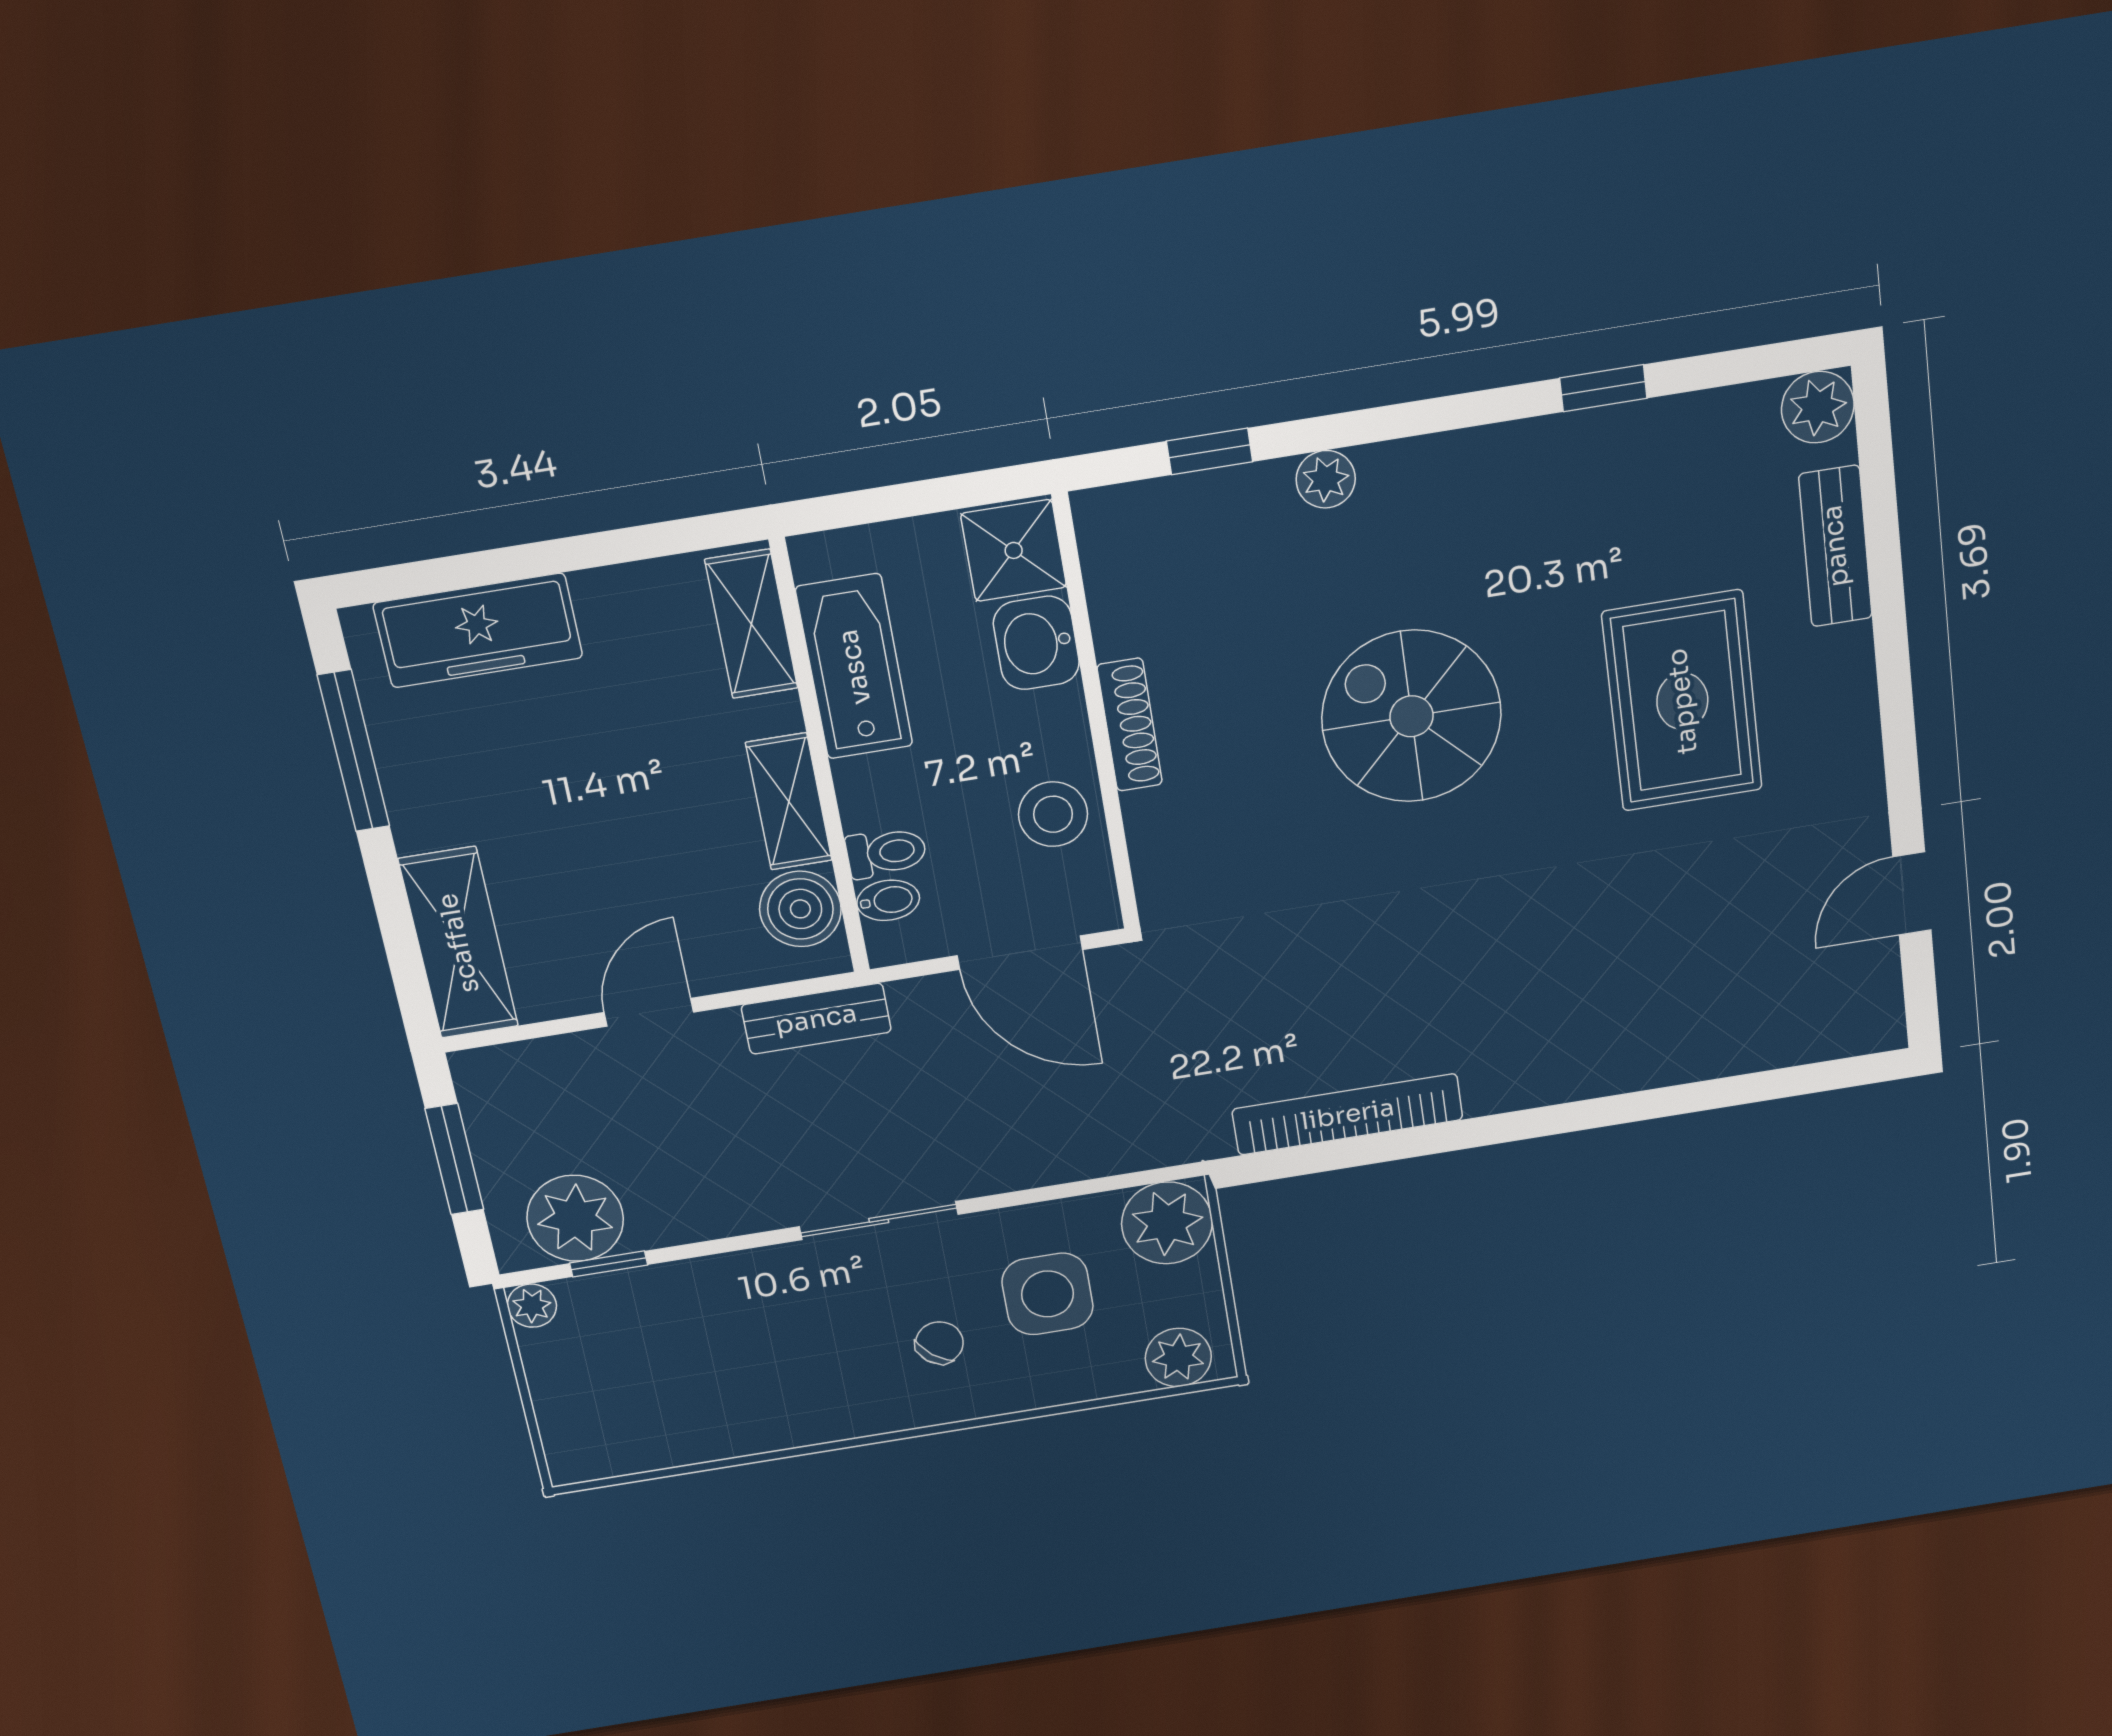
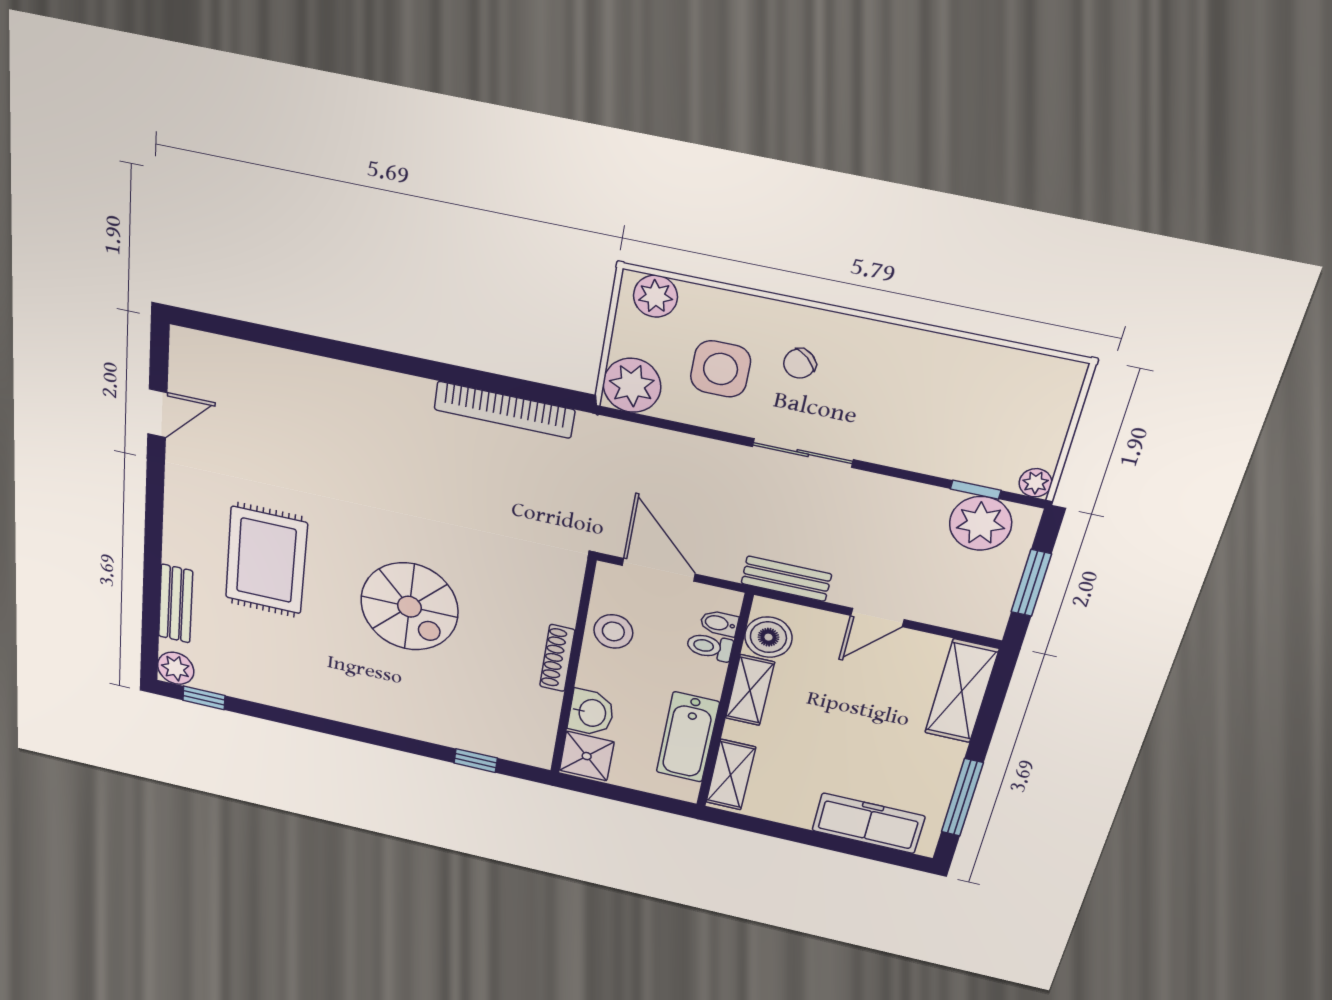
window: (1603, 388) -> (204, 698), moved
plant: (1326, 479) -> (423, 728), removed

